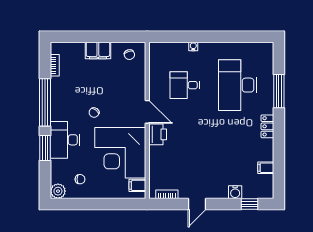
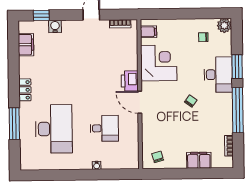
filing cabinet: (98, 51) -> (199, 160), moved
corner desk: (120, 153) -> (159, 63), width x0.74, depth x0.74
filing cabinet: (266, 168) -> (26, 45), width x2.00

